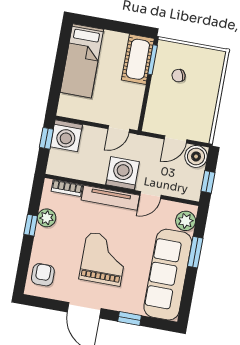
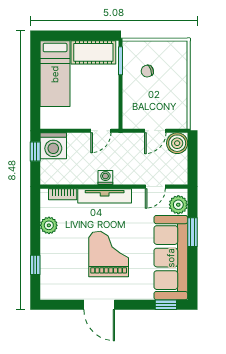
cot: (138, 59) -> (93, 52), moved, turned 90
washing machine: (123, 173) -> (105, 177), width x0.53, depth x0.53
window: (208, 182) -> (193, 165), removed
door: (151, 195) -> (155, 187), moved
window: (31, 225) -> (35, 265), moved
armchair: (43, 275) -> (55, 279), removed
window: (130, 319) -> (166, 305), moved

